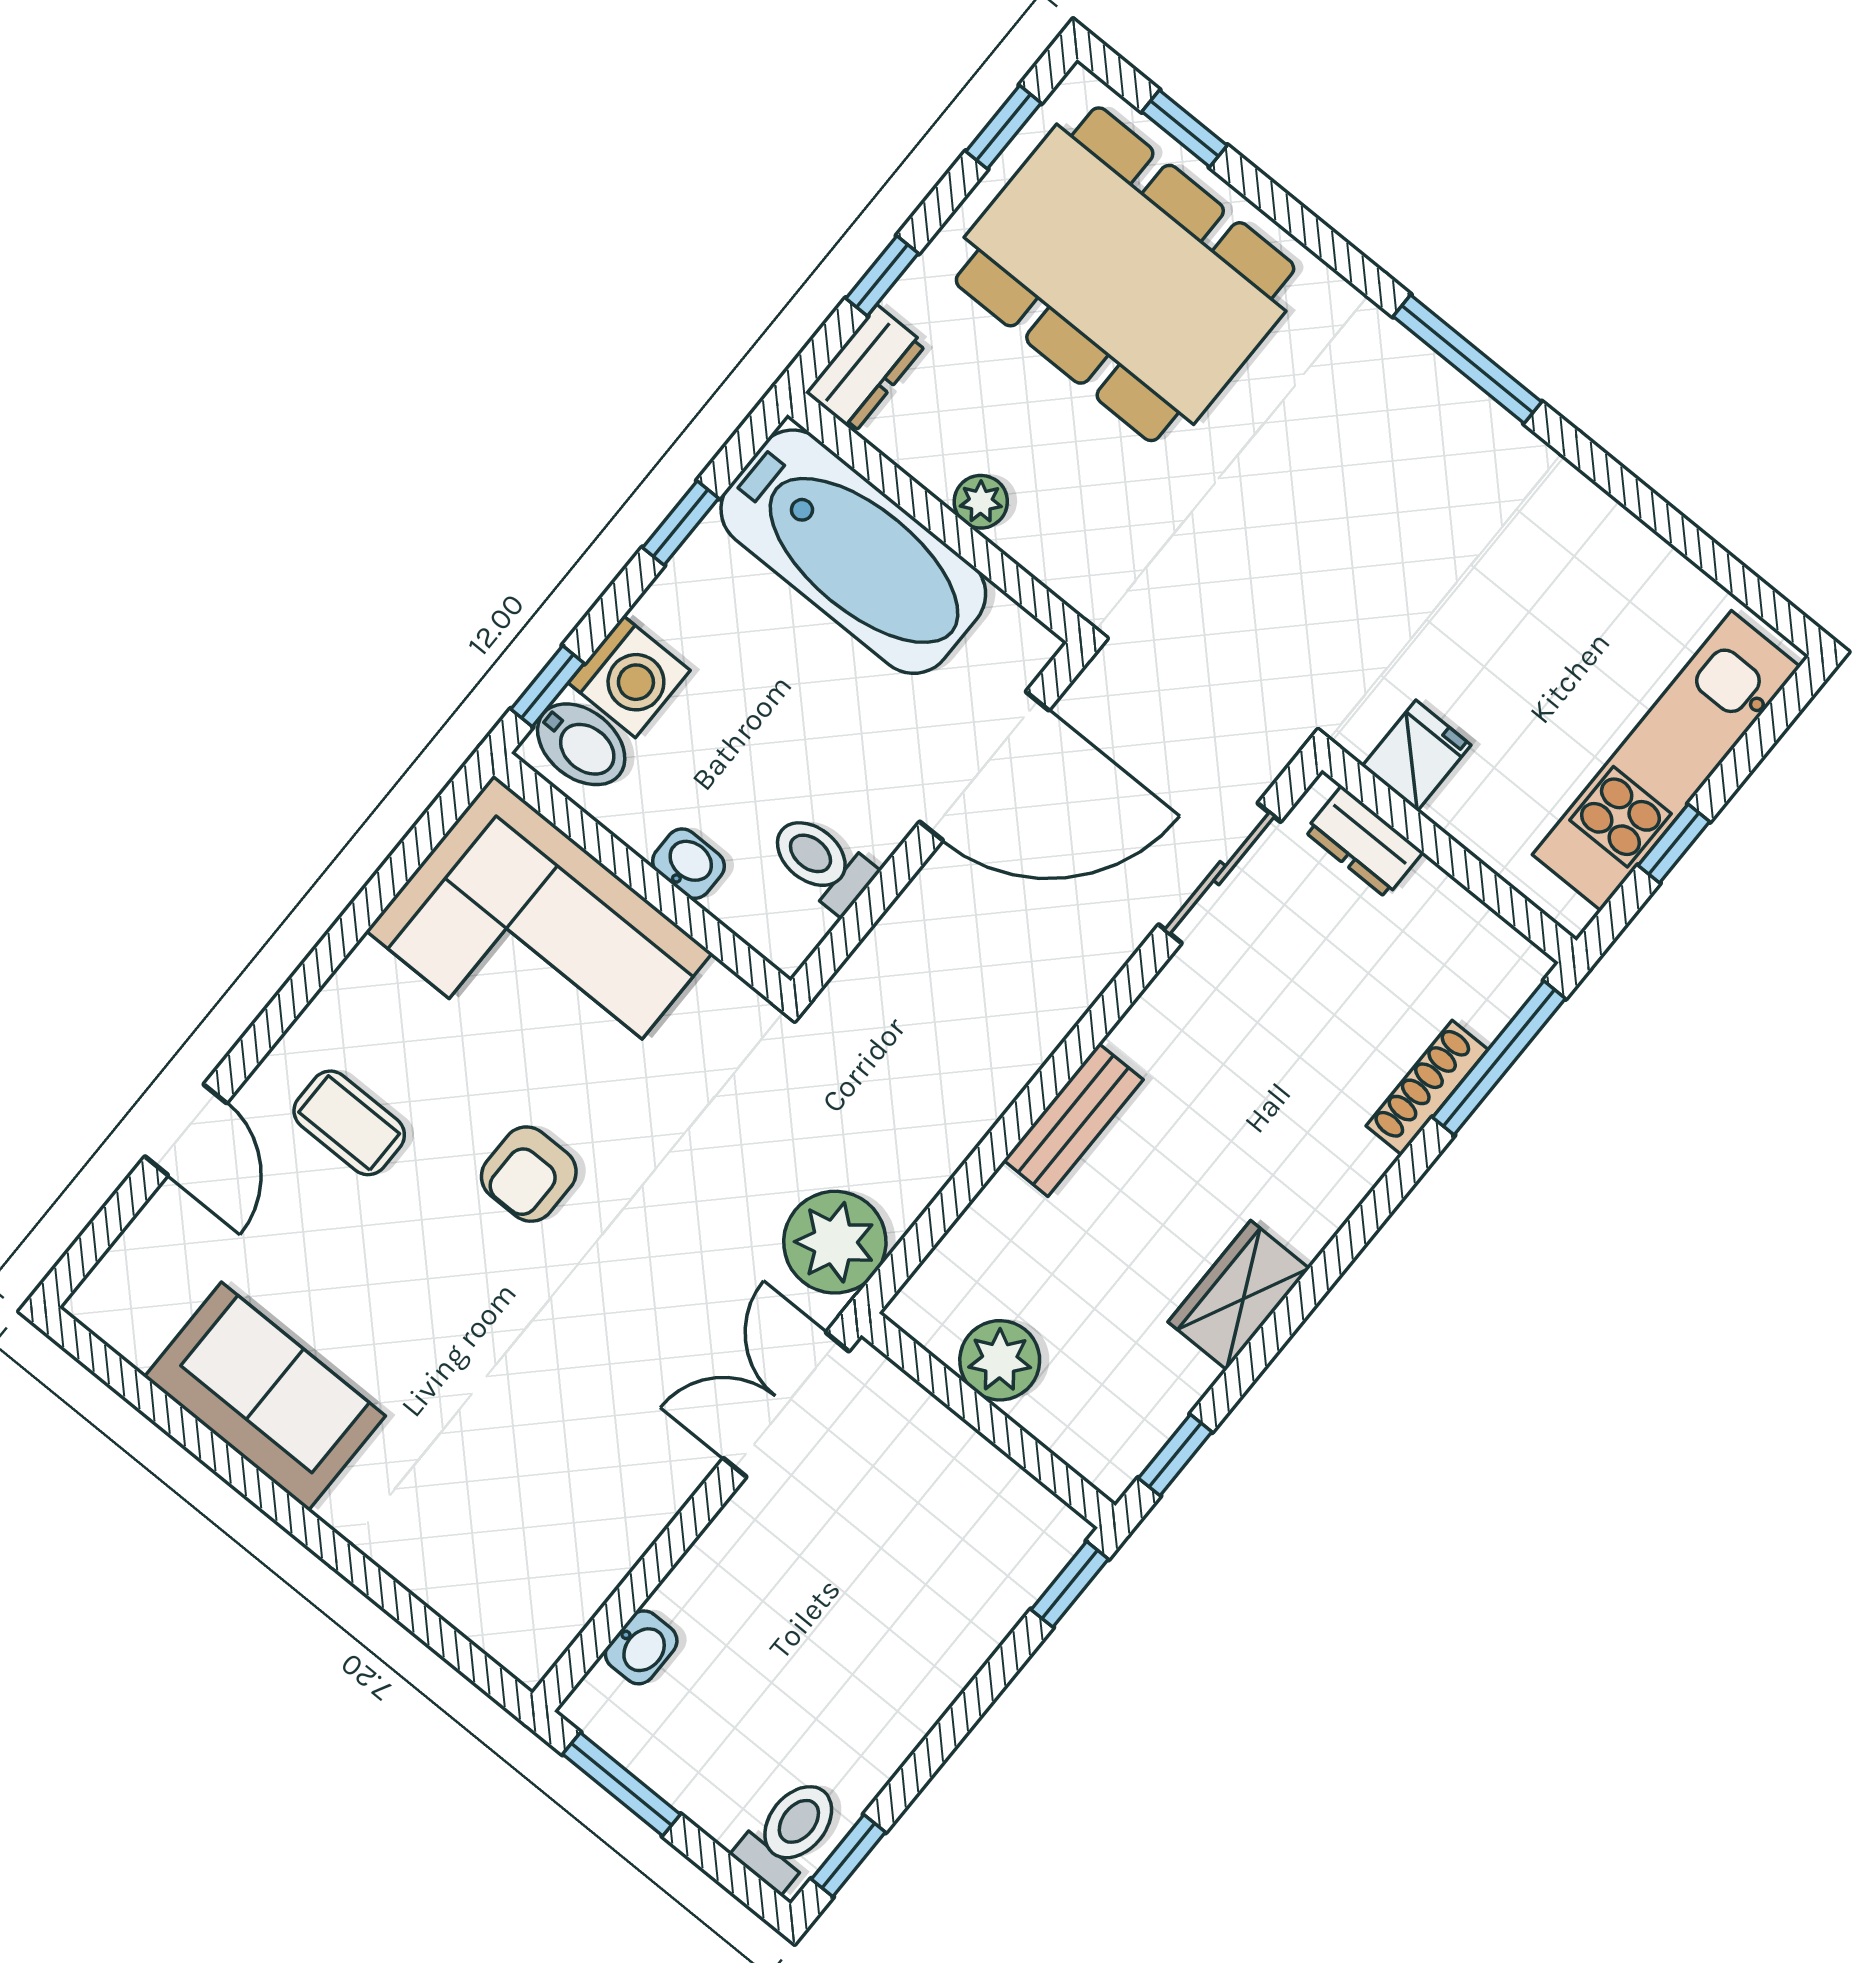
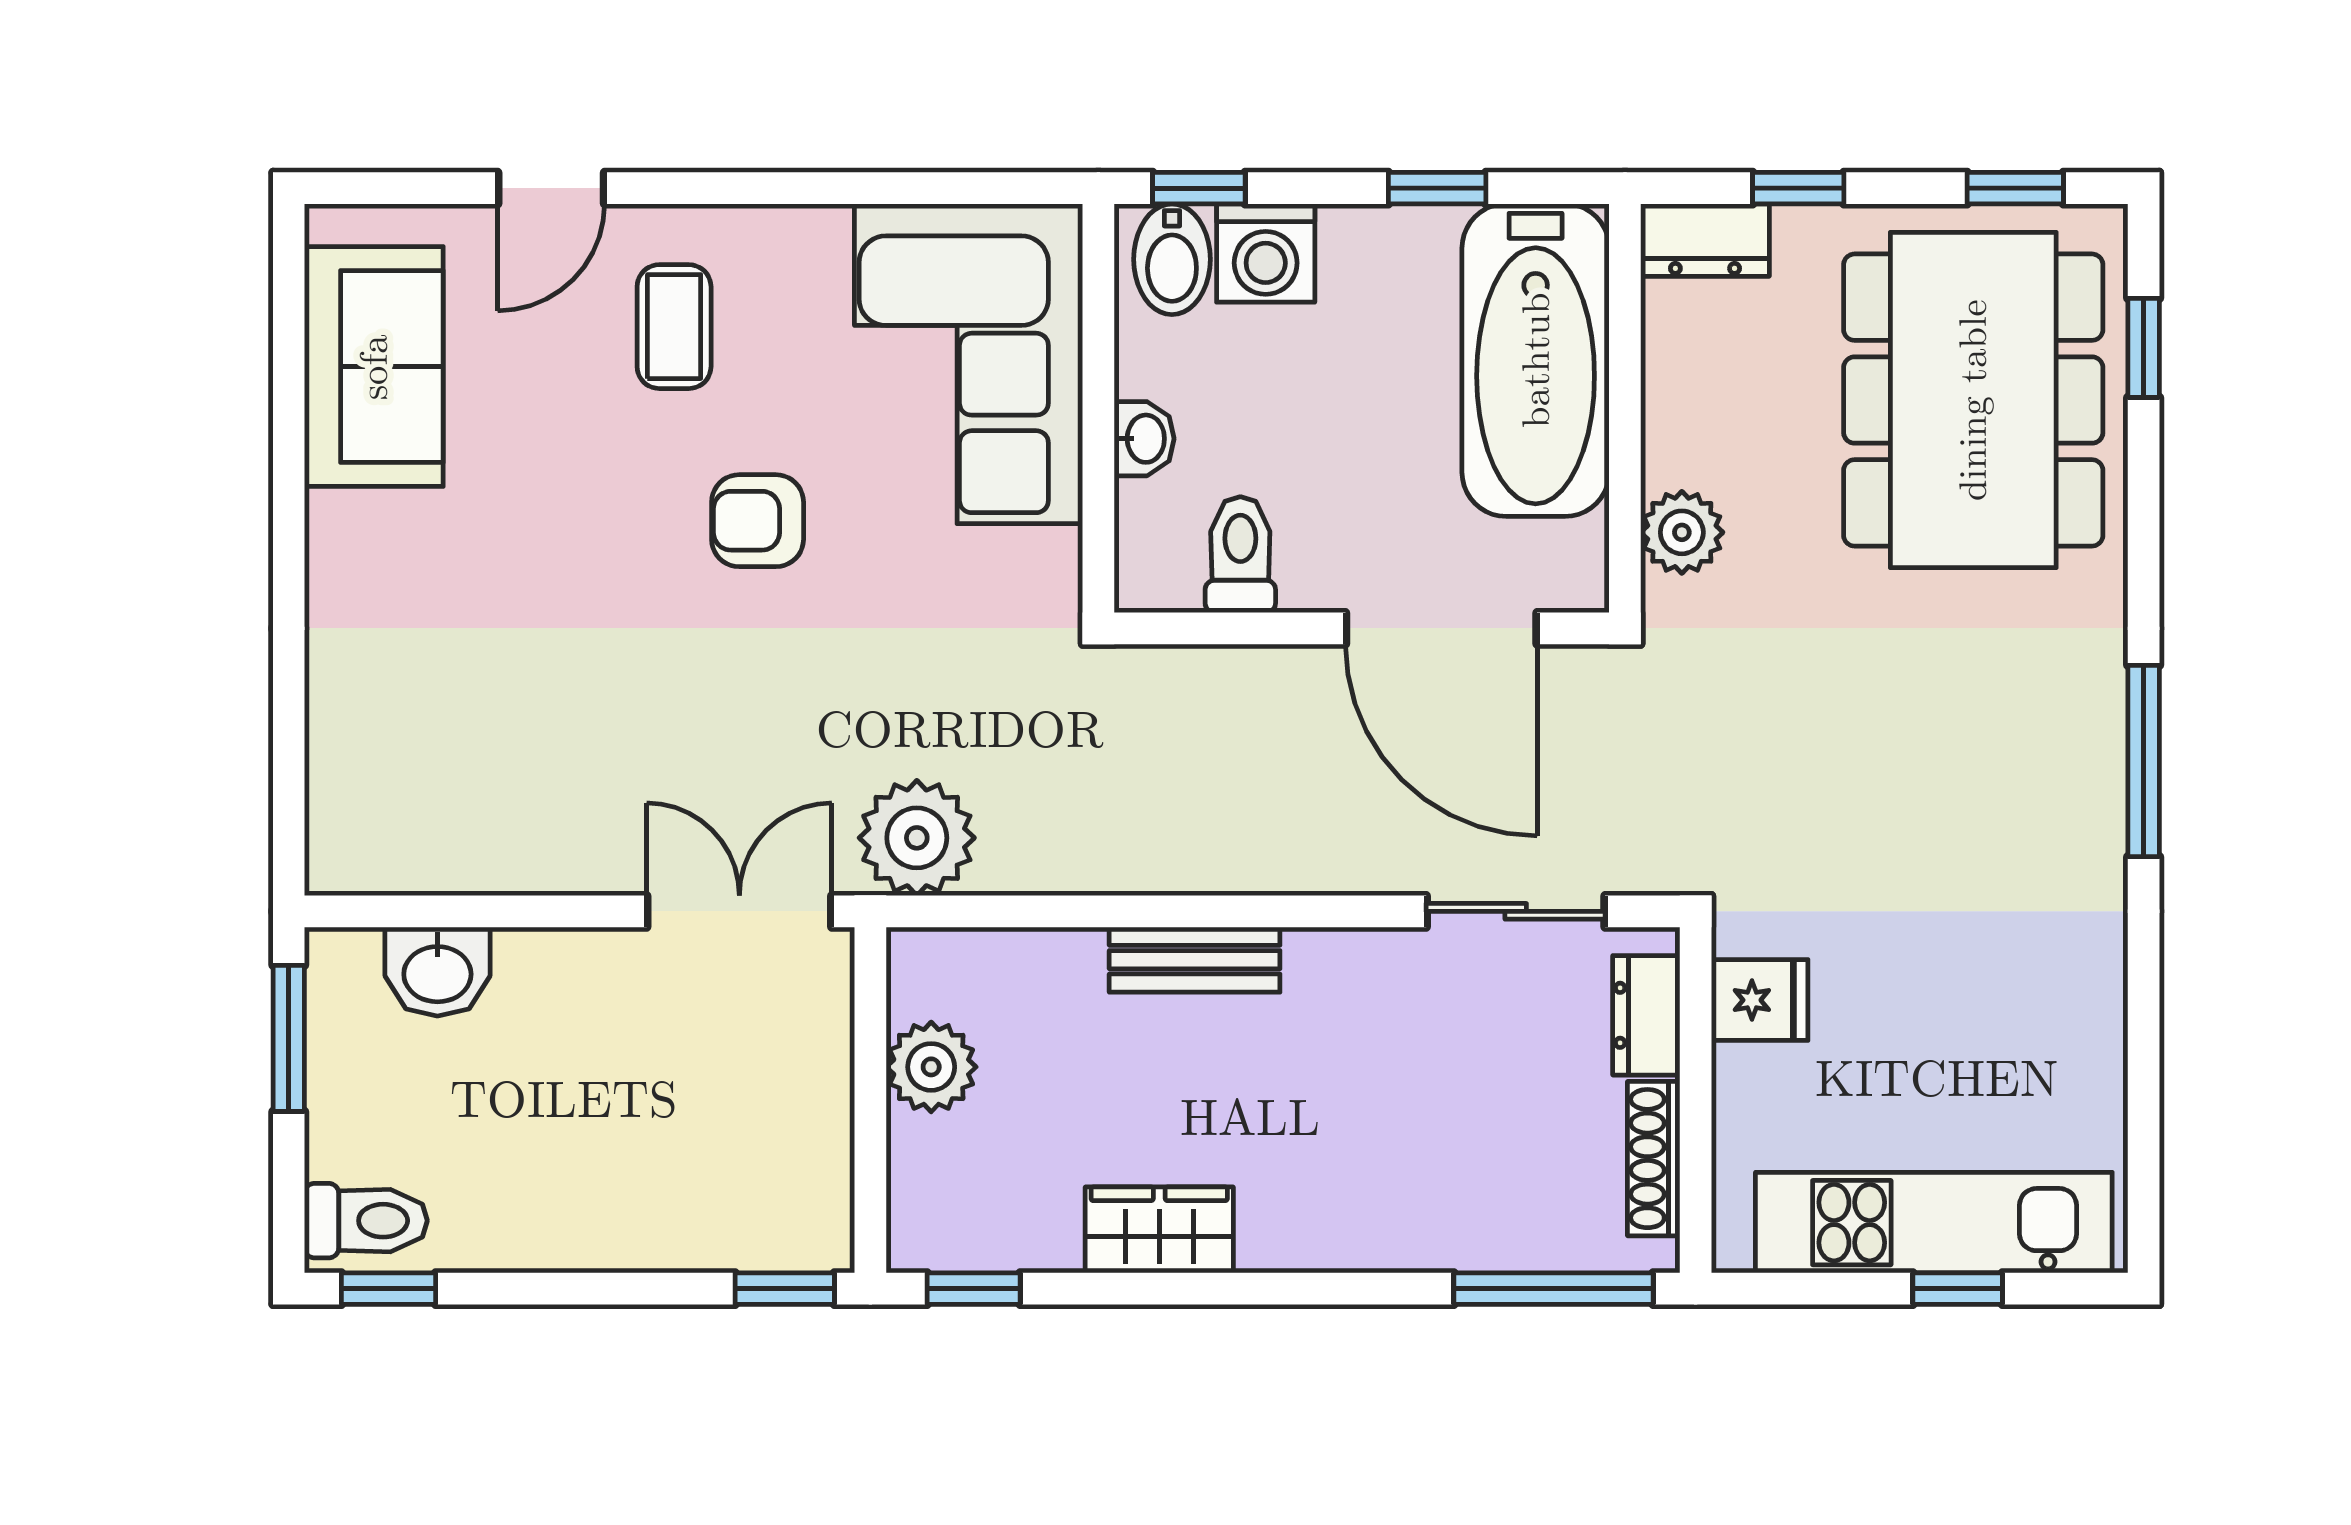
plant: (981, 502) -> (1682, 532), moved, width x1.38, depth x1.38
window: (1674, 844) -> (1958, 1289), moved
shoe rack: (1427, 1088) -> (1654, 1159), moved, turned -90
sofa: (265, 1396) -> (374, 367), moved
washbasin: (641, 1647) -> (437, 972), width x1.38, depth x1.45

